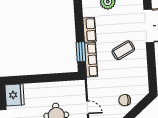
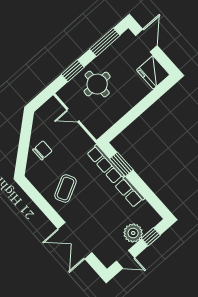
coffee table: (123, 50) -> (65, 188), moved

